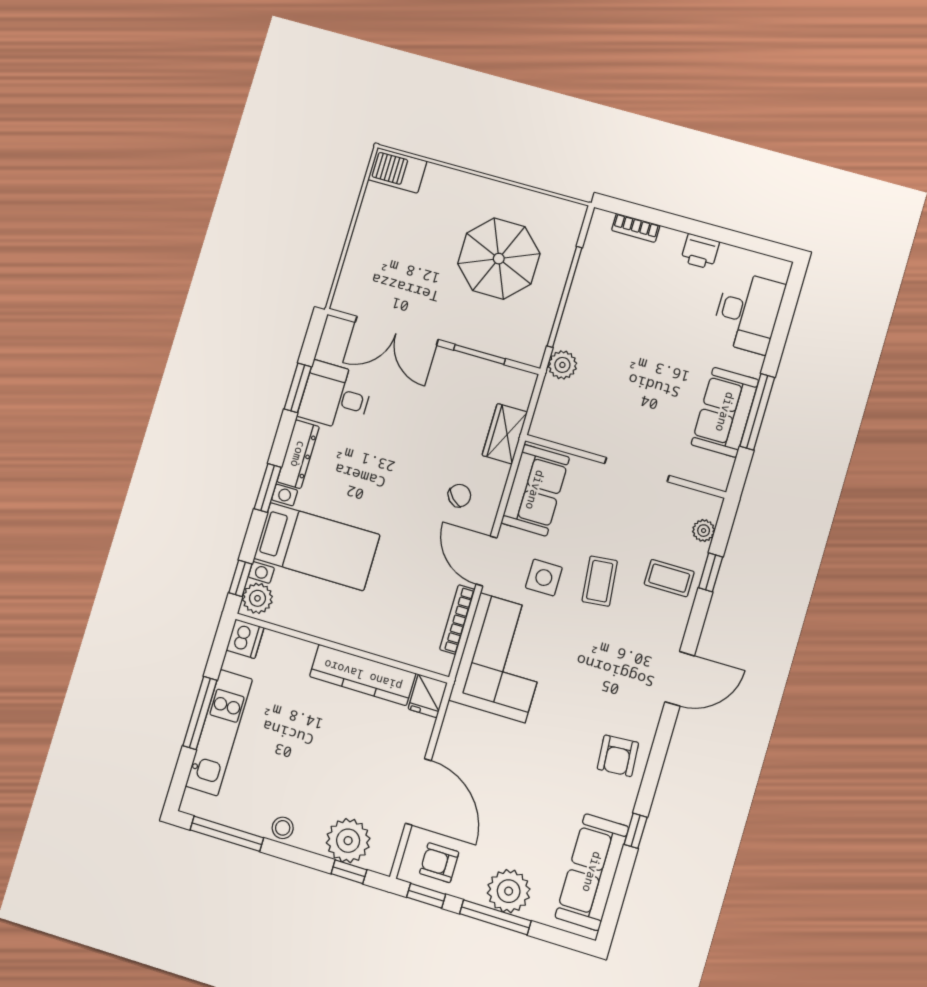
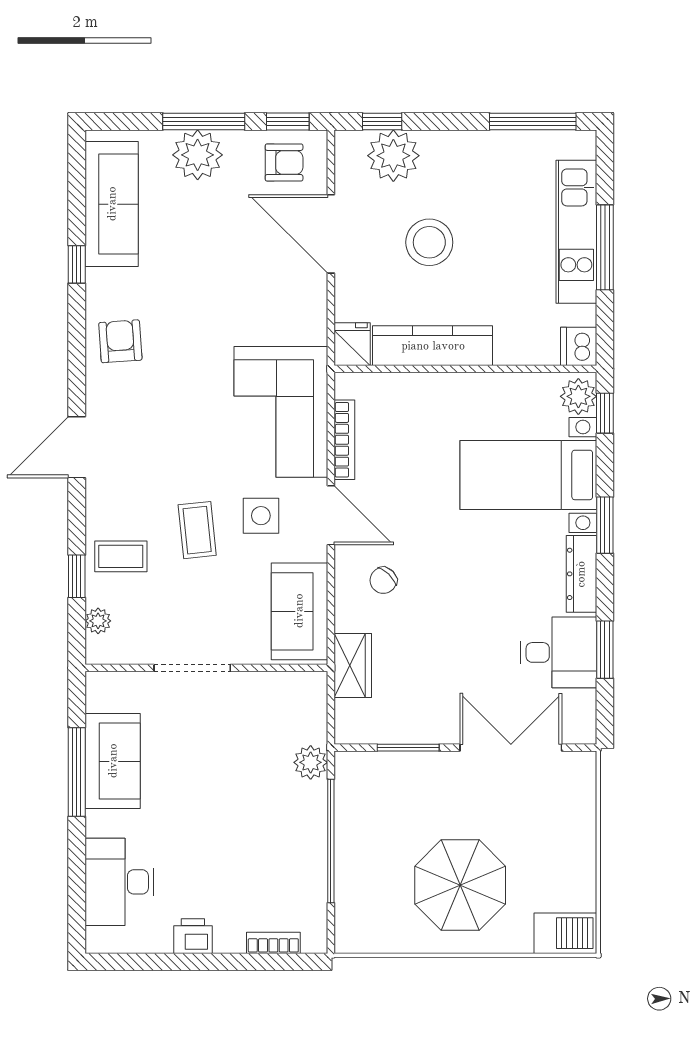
parasol: (499, 259) -> (460, 885), moved
stool: (283, 828) -> (429, 242), moved, width x1.89, depth x1.89

